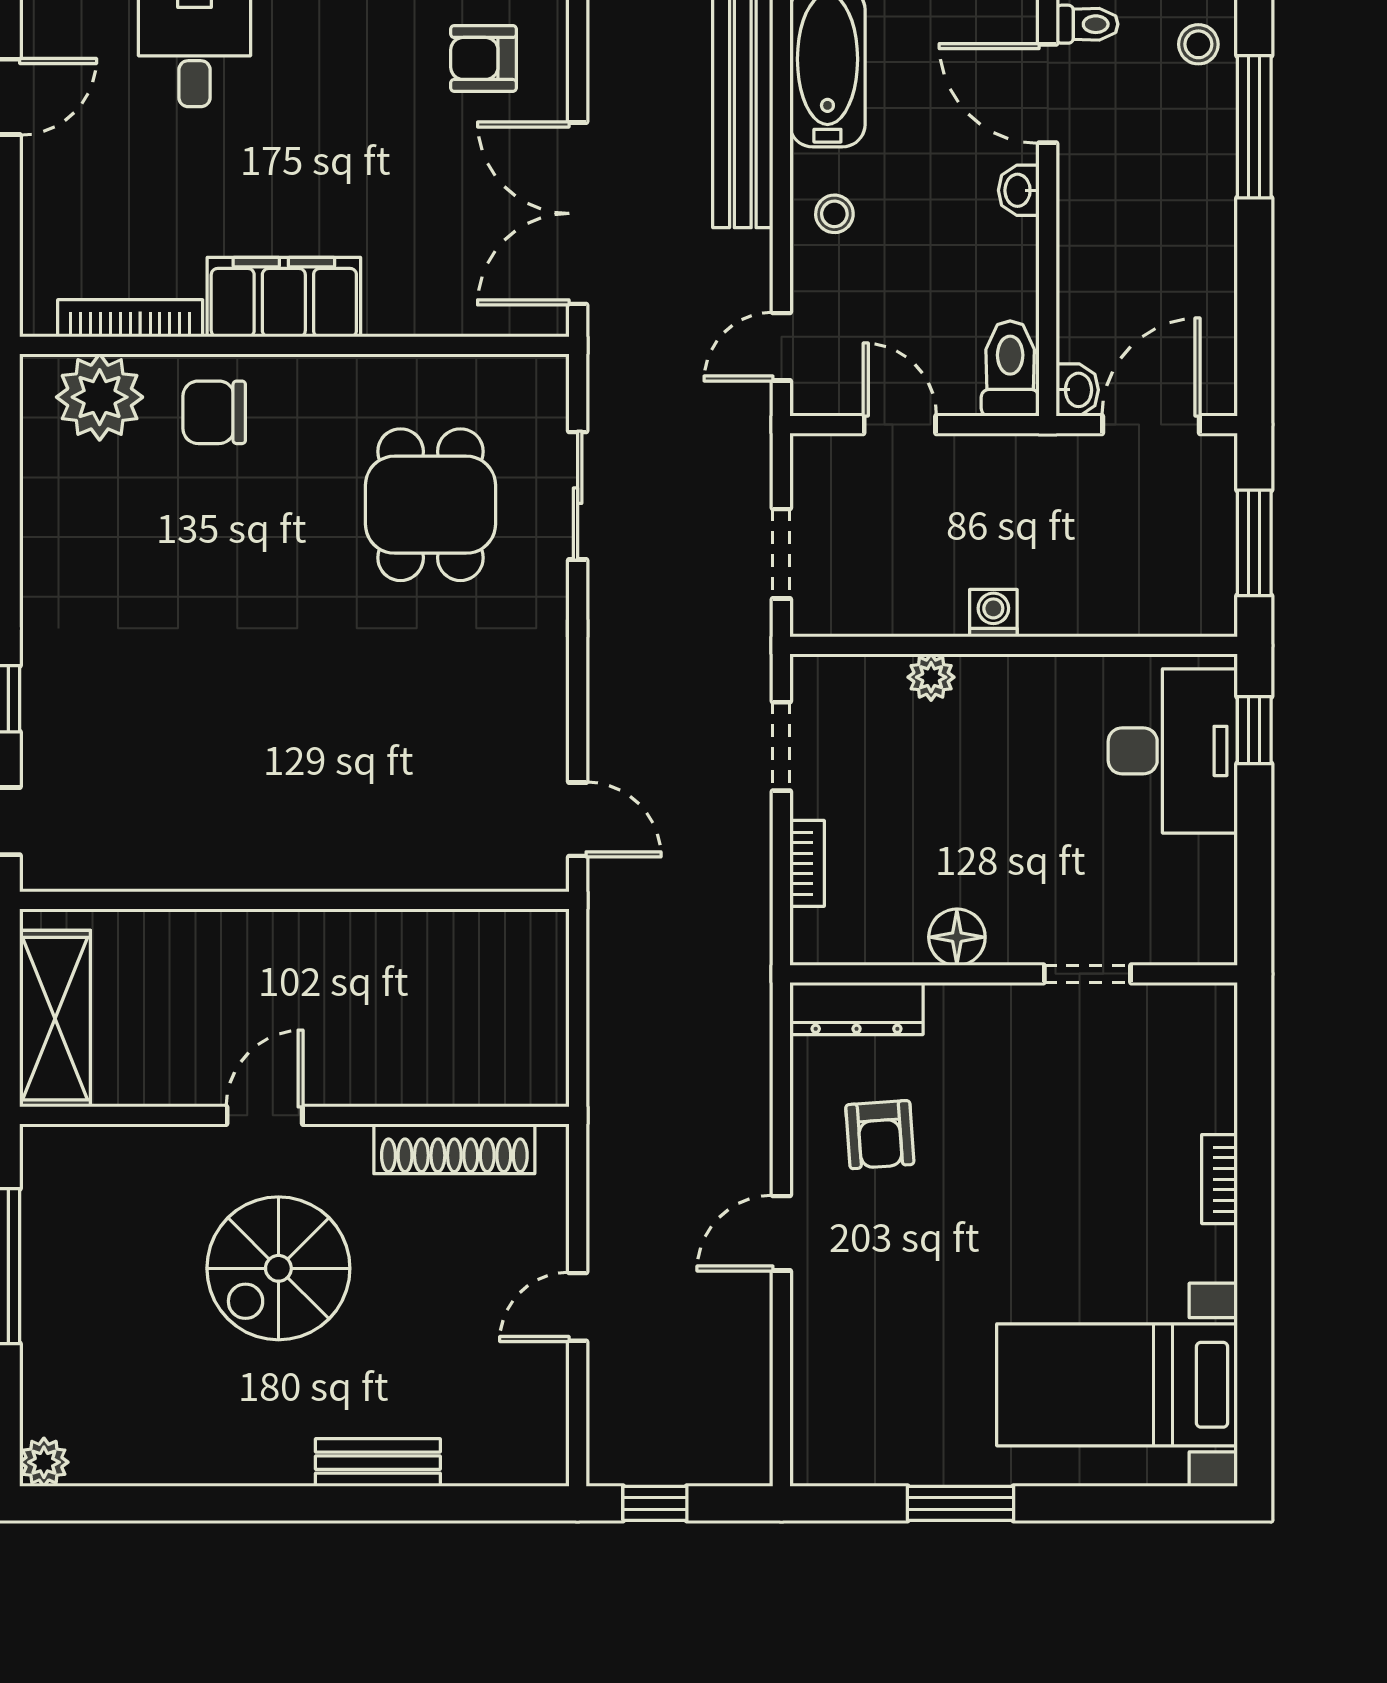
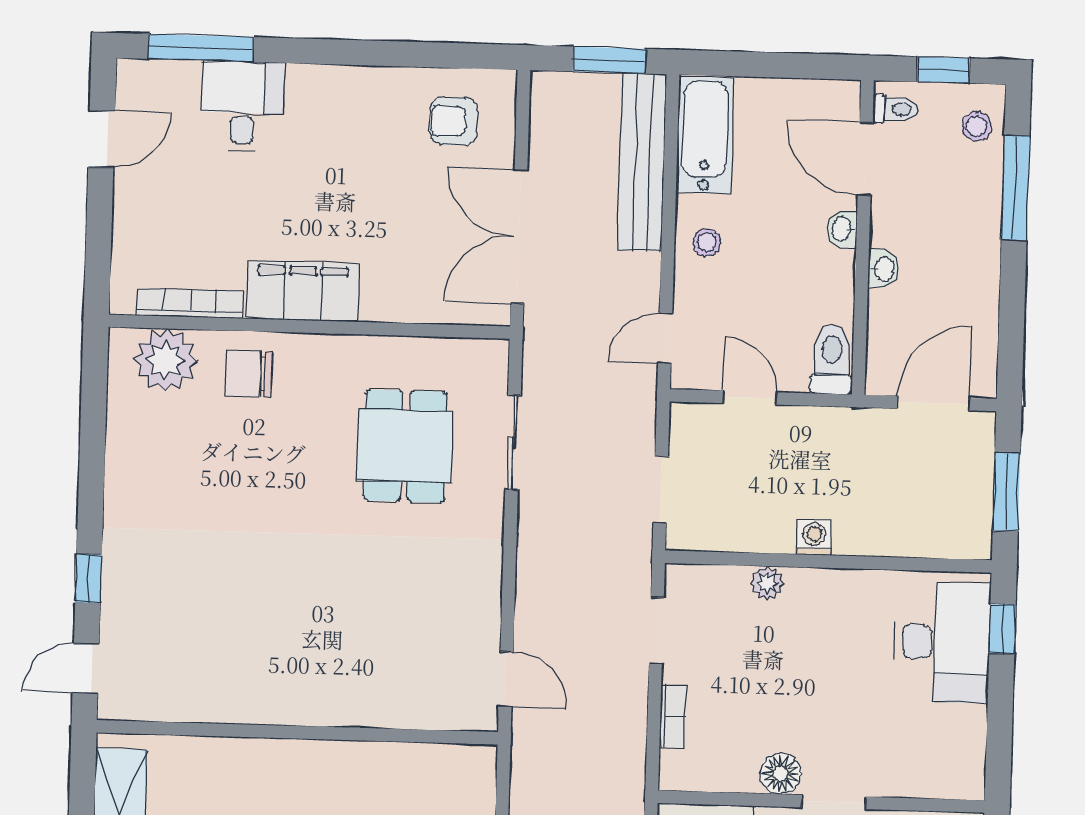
washbasin: (1077, 390) -> (884, 269), moved
doorway: (1087, 974) -> (834, 802), moved

